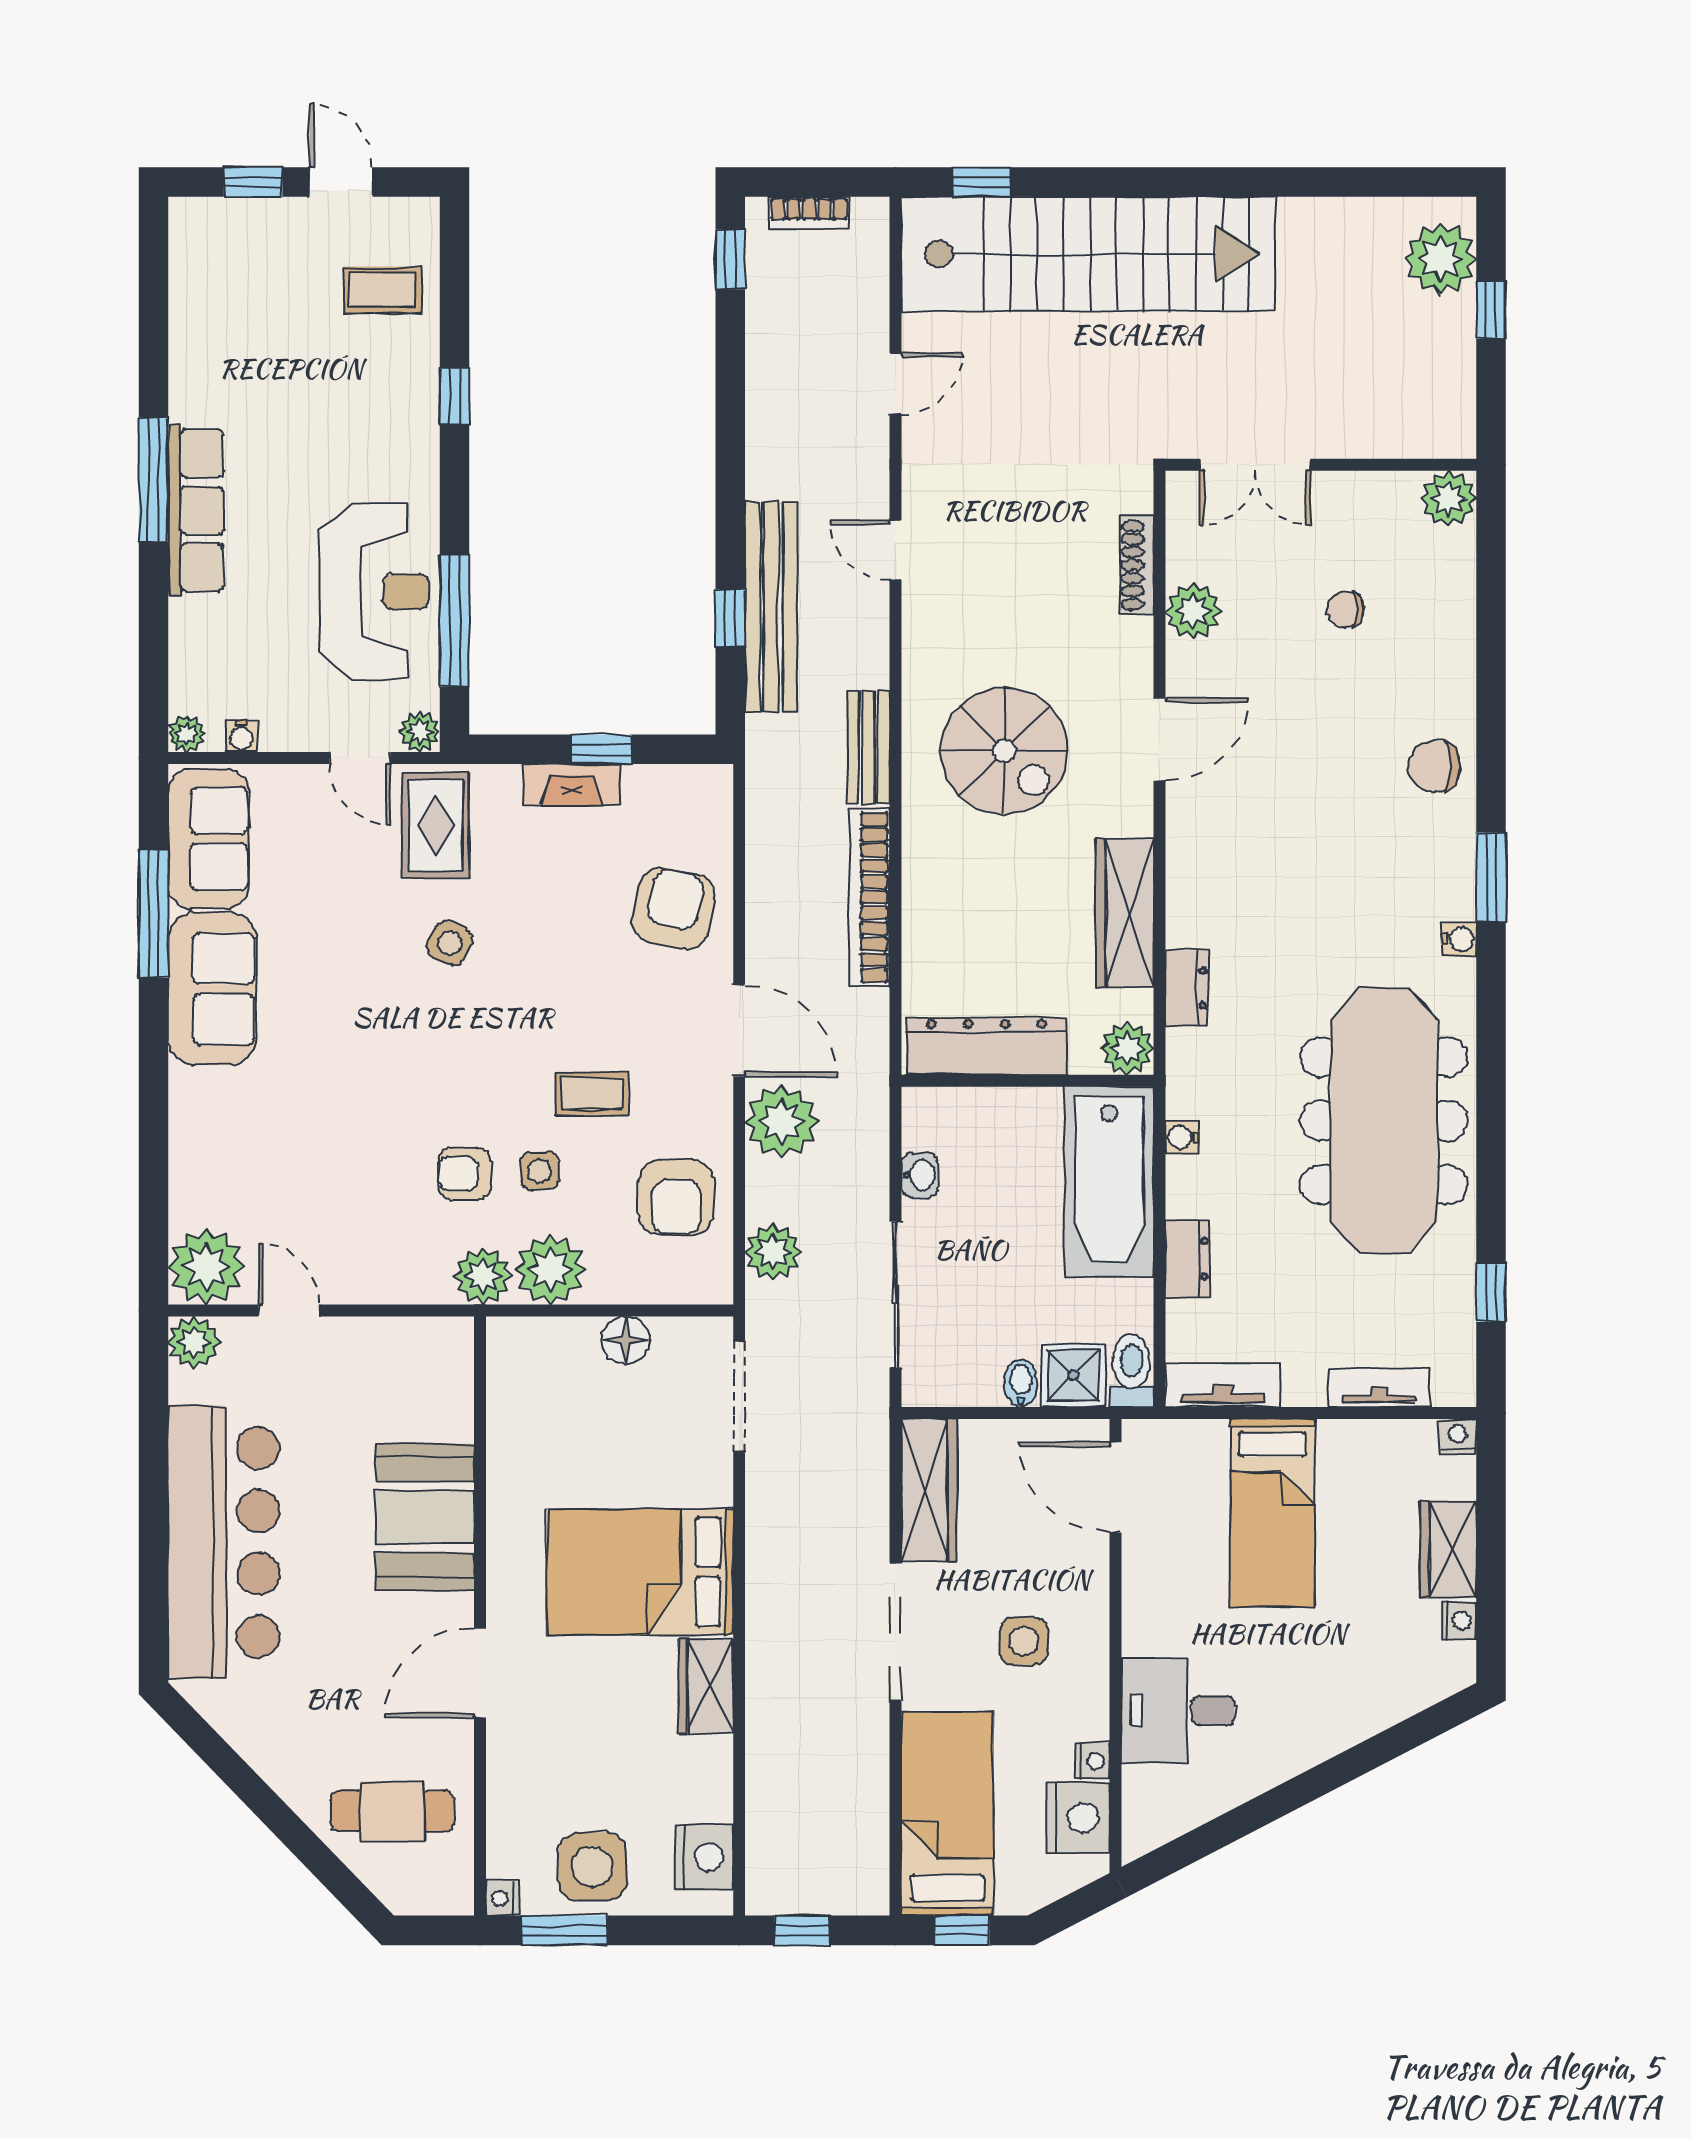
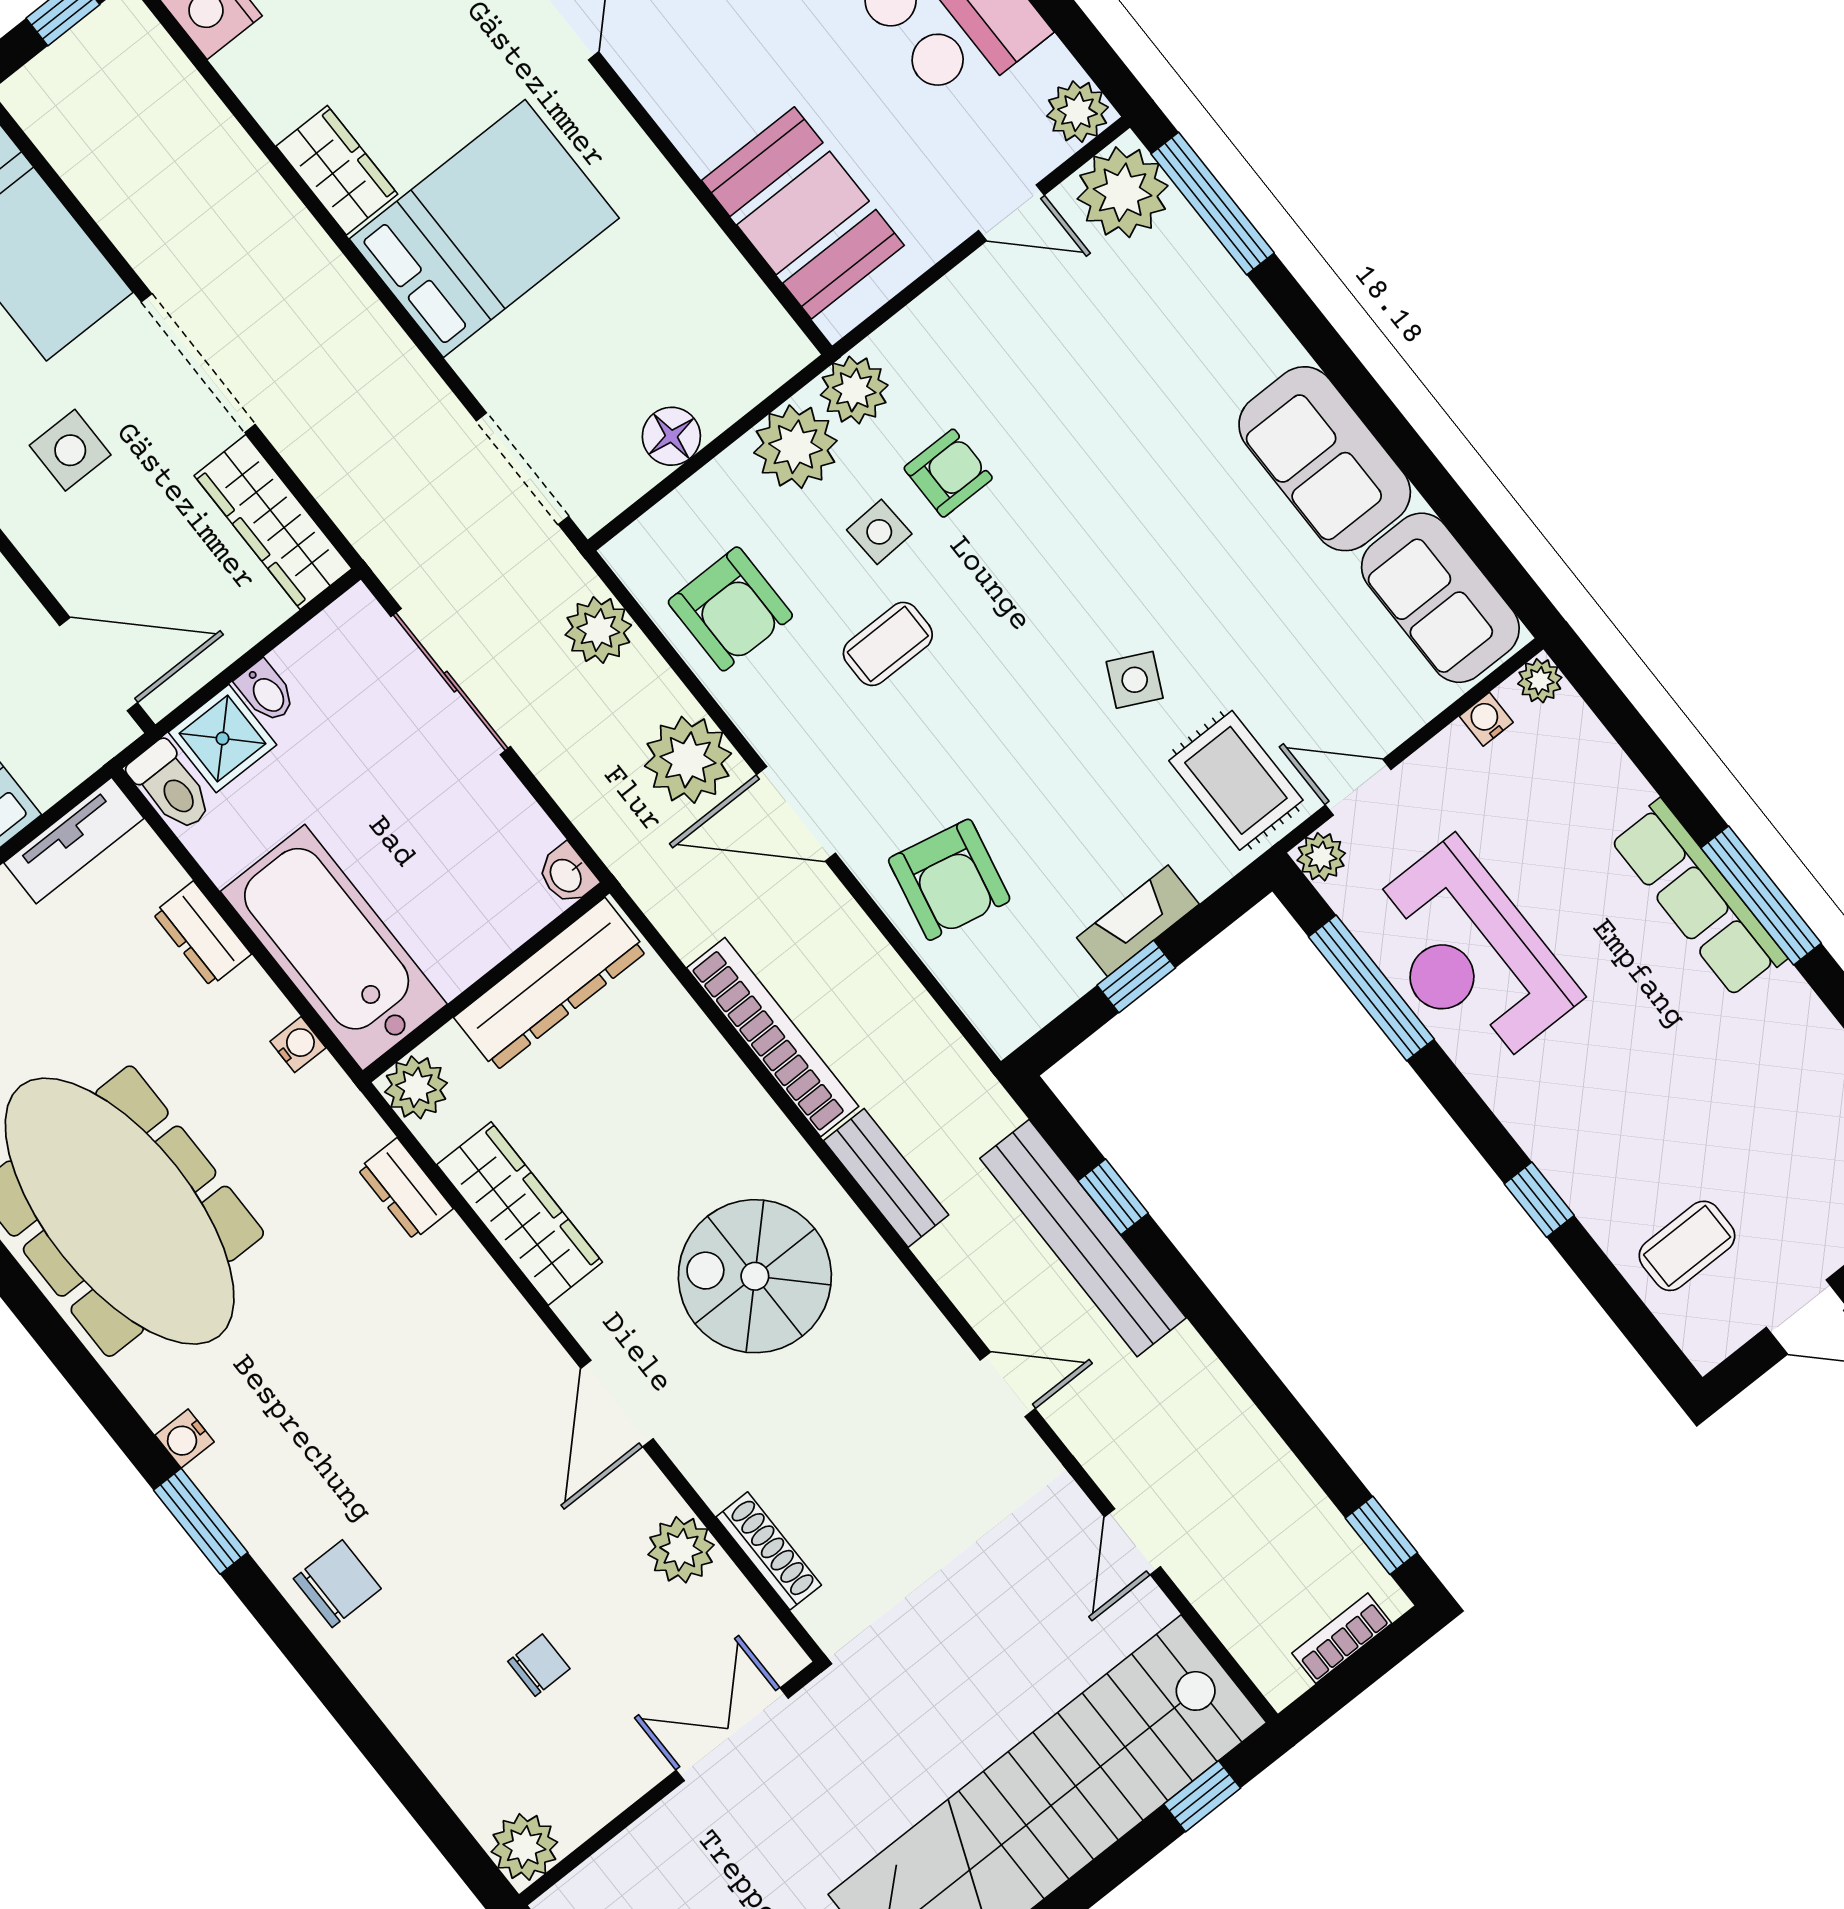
window: (153, 914) -> (1213, 203), moved
washbasin: (920, 1175) -> (567, 875), moved
armchair: (676, 1198) -> (730, 609), turned 180
booth: (425, 1517) -> (803, 213), moved

